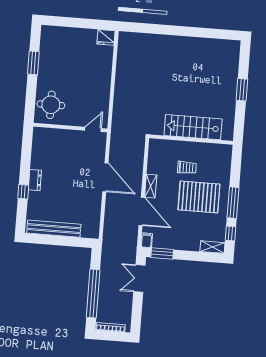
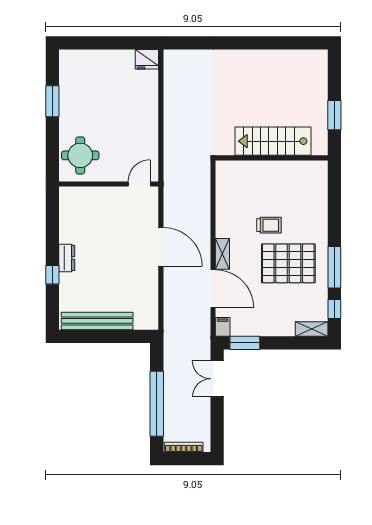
stairs: (193, 127) -> (273, 141), moved
wall: (191, 140) -> (272, 158), moved

